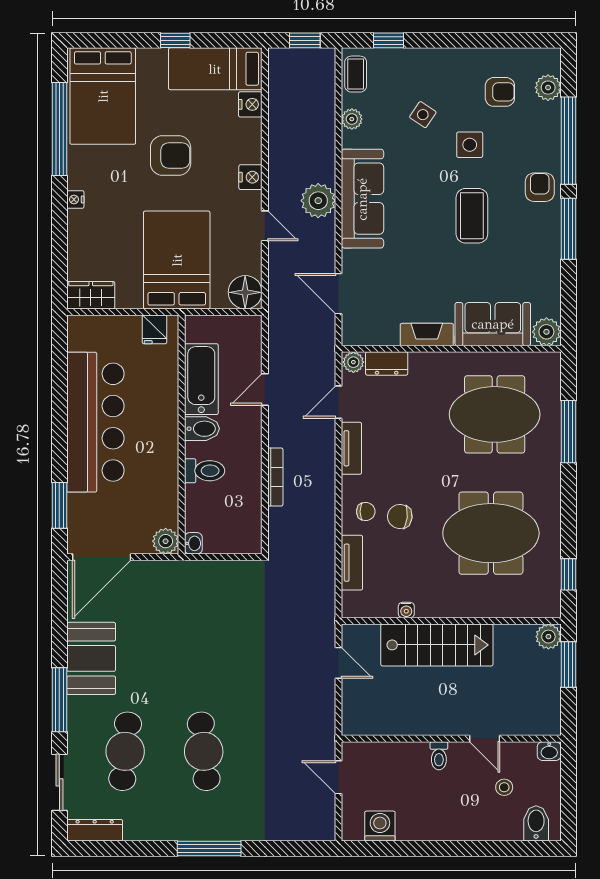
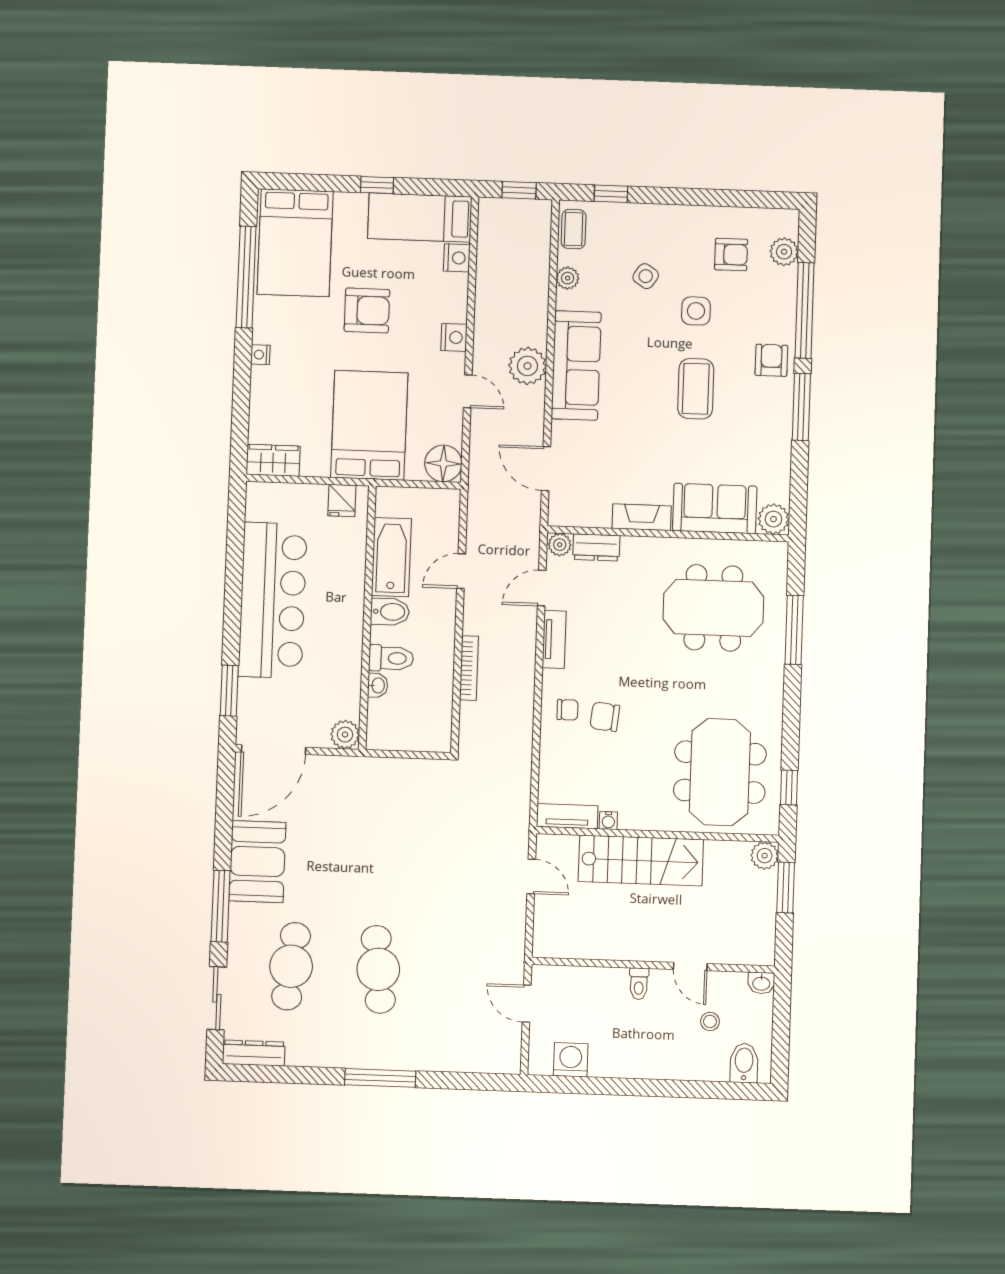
meeting table: (491, 533) -> (720, 772), moved, turned 90
washbasin: (193, 543) -> (378, 685), moved
tv unit: (352, 563) -> (567, 816), moved, turned -90

